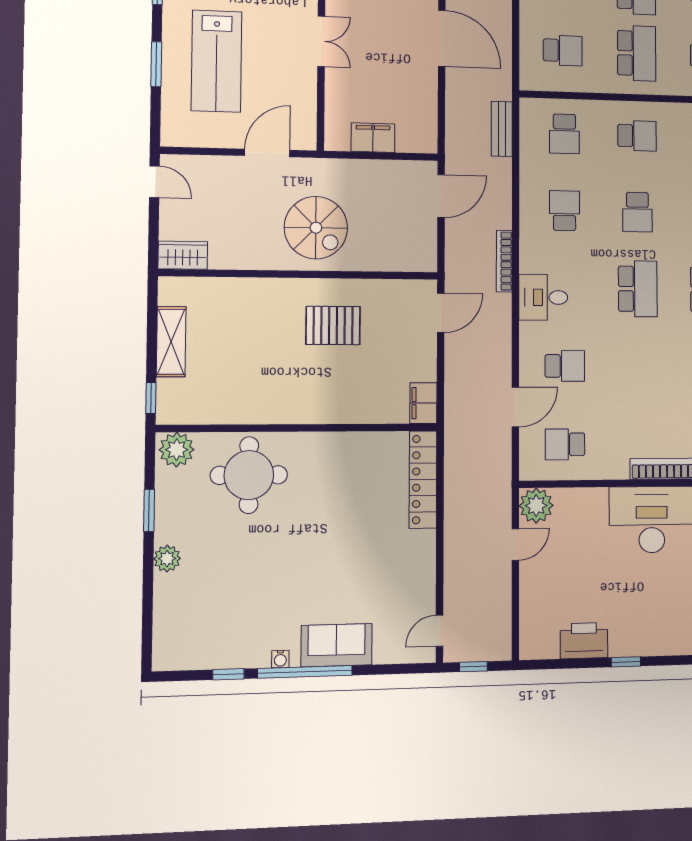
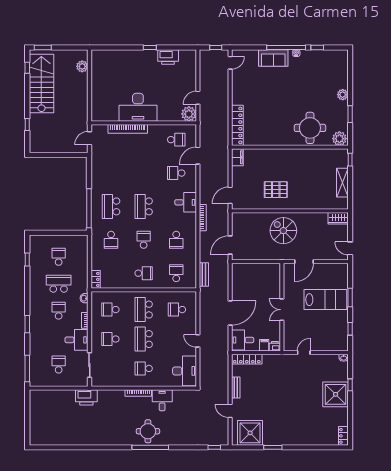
door: (442, 38) -> (230, 313), swing flipped
lab bench: (217, 61) -> (325, 300), turned 90
school desk: (637, 136) -> (144, 273), turned 180
filing cabinet: (373, 138) -> (259, 269), removed

